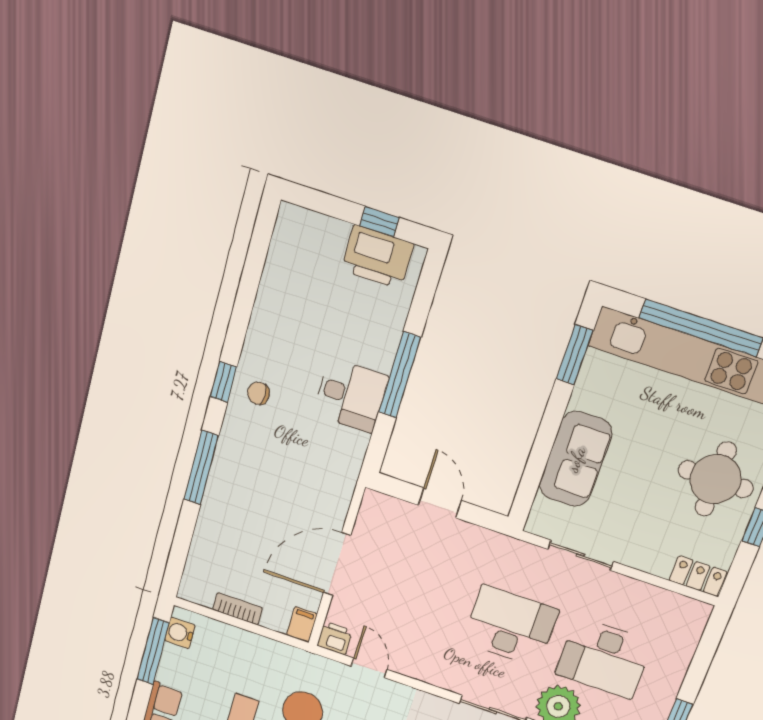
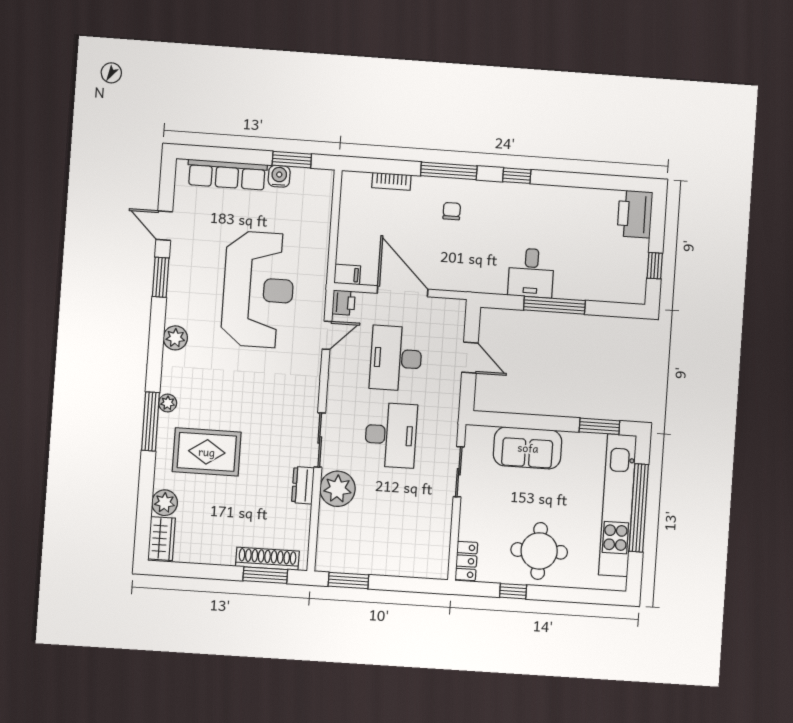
printer: (377, 257) -> (635, 214), moved
chair: (258, 393) -> (452, 211), moved
door: (440, 503) -> (470, 358), hinge flipped
bookcase: (238, 609) -> (391, 181), moved, turned 90
water cooler: (180, 633) -> (279, 176), moved
window: (153, 651) -> (292, 160), width x0.69
desk: (604, 658) -> (396, 358), moved

